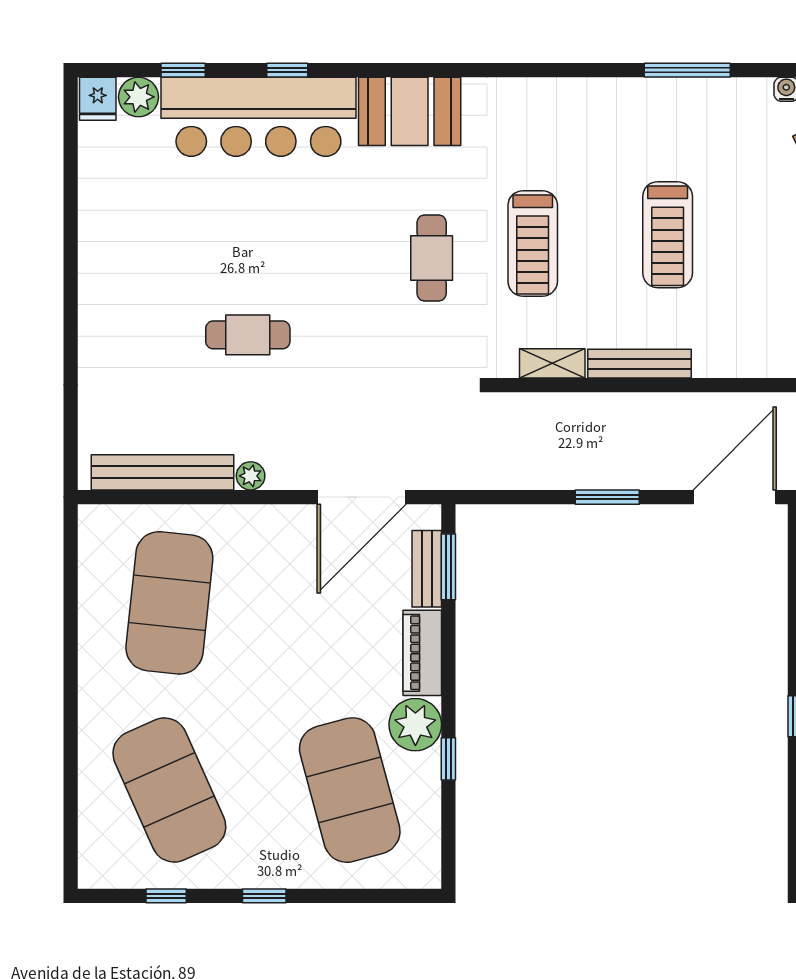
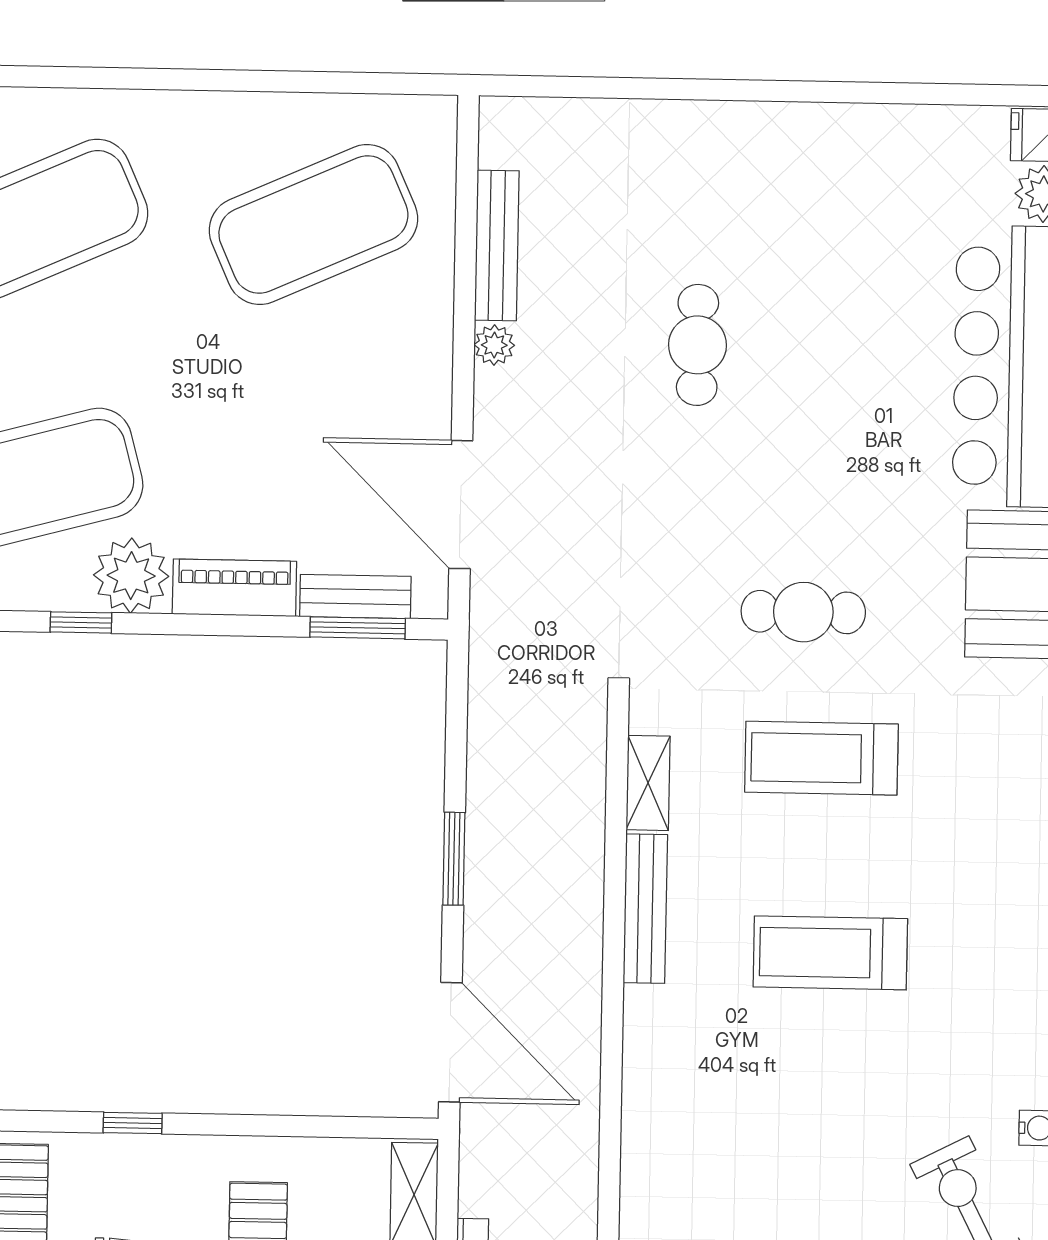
bench: (162, 472) -> (497, 245), width x0.73, depth x0.82
exercise mat: (169, 603) -> (313, 224), turned -30

